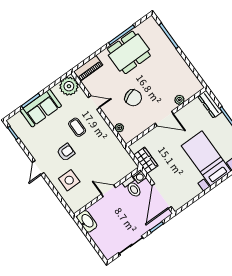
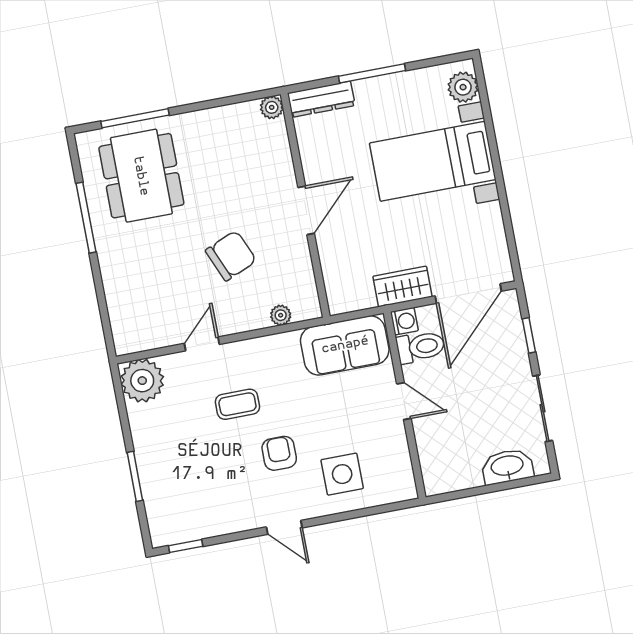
dining table: (129, 52) -> (141, 176), moved
piano: (88, 68) -> (124, 321), removed
plant: (179, 100) -> (272, 107), moved
sofa: (41, 108) -> (345, 345), moved, turned 90
wardrobe: (146, 160) -> (403, 287), moved
door: (108, 191) -> (404, 401), swing flipped
door: (162, 196) -> (468, 294), hinge flipped
washbasin: (87, 221) -> (507, 466), moved

